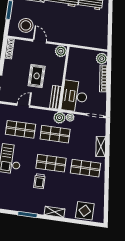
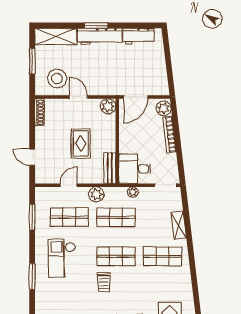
door: (82, 47) -> (136, 97), added
desk: (75, 96) -> (135, 169), width x0.73
plant: (60, 118) -> (96, 194), moved

